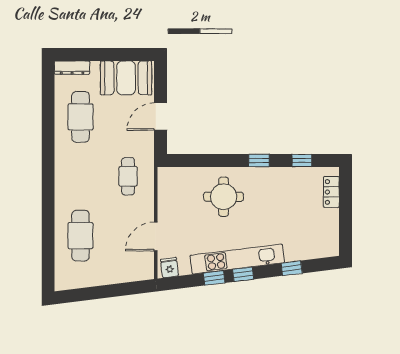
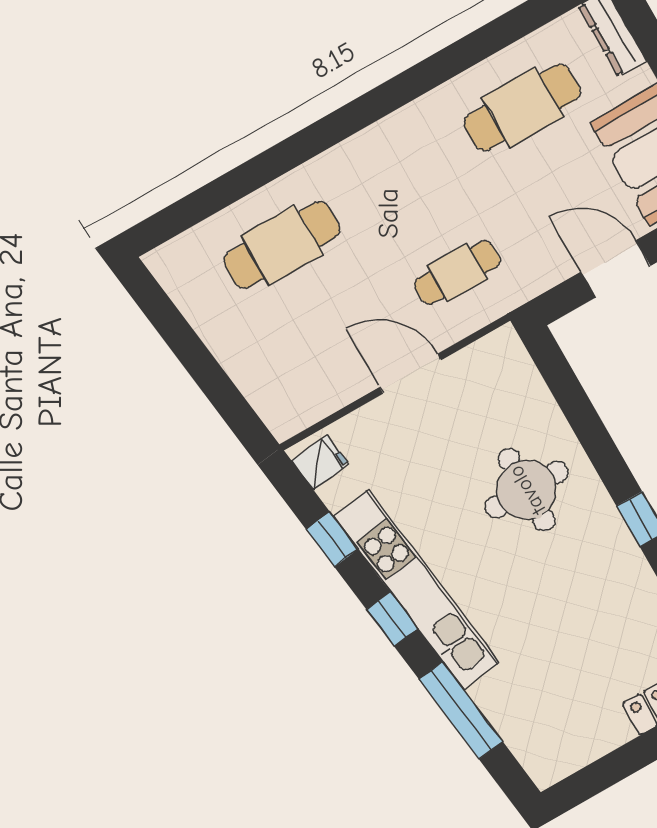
door: (156, 236) -> (410, 374), moved
window: (292, 268) -> (461, 710), width x2.17
window: (214, 278) -> (332, 539), moved

